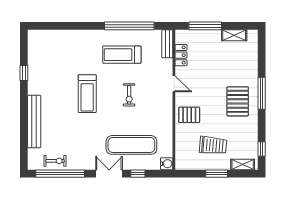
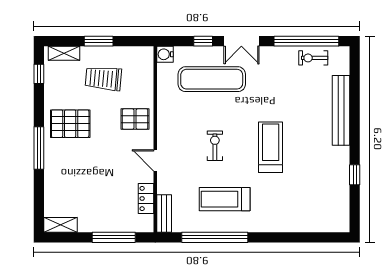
shelving: (234, 35) -> (61, 225), moved
treadmill: (122, 55) -> (225, 199), turned 180
pallet: (238, 101) -> (70, 124), moved, turned 90

